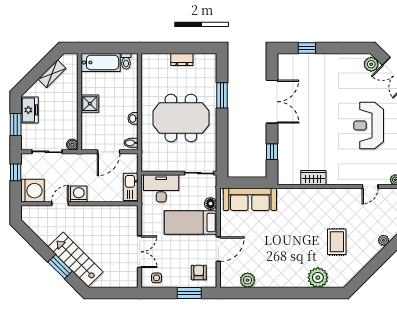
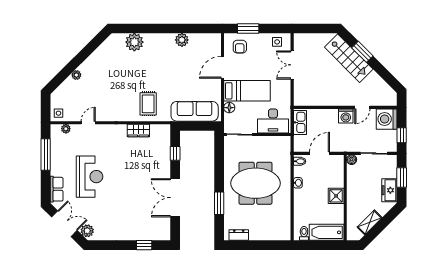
dresser: (182, 59) -> (239, 235), moved
rug: (337, 242) -> (148, 104), moved
plant: (248, 280) -> (182, 40), moved

